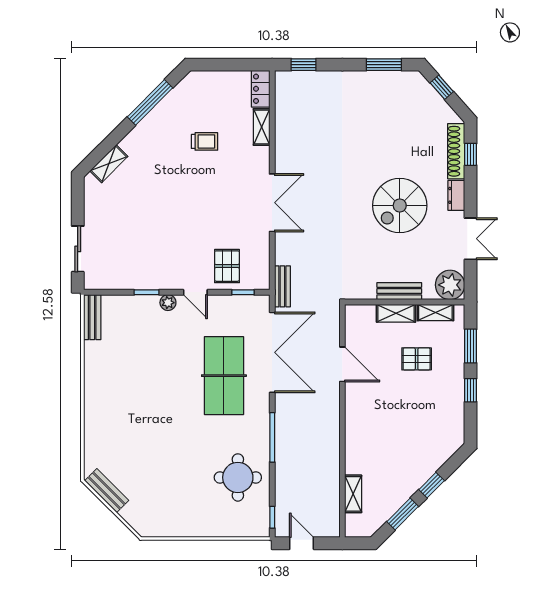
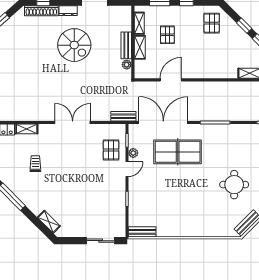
pallet: (227, 266) -> (111, 150), turned 90
plant: (450, 285) -> (127, 65), moved, width x0.53, depth x0.53
plant: (168, 303) -> (133, 153), moved
pallet: (436, 431) -> (212, 23), added
round table: (238, 477) -> (234, 185), moved

